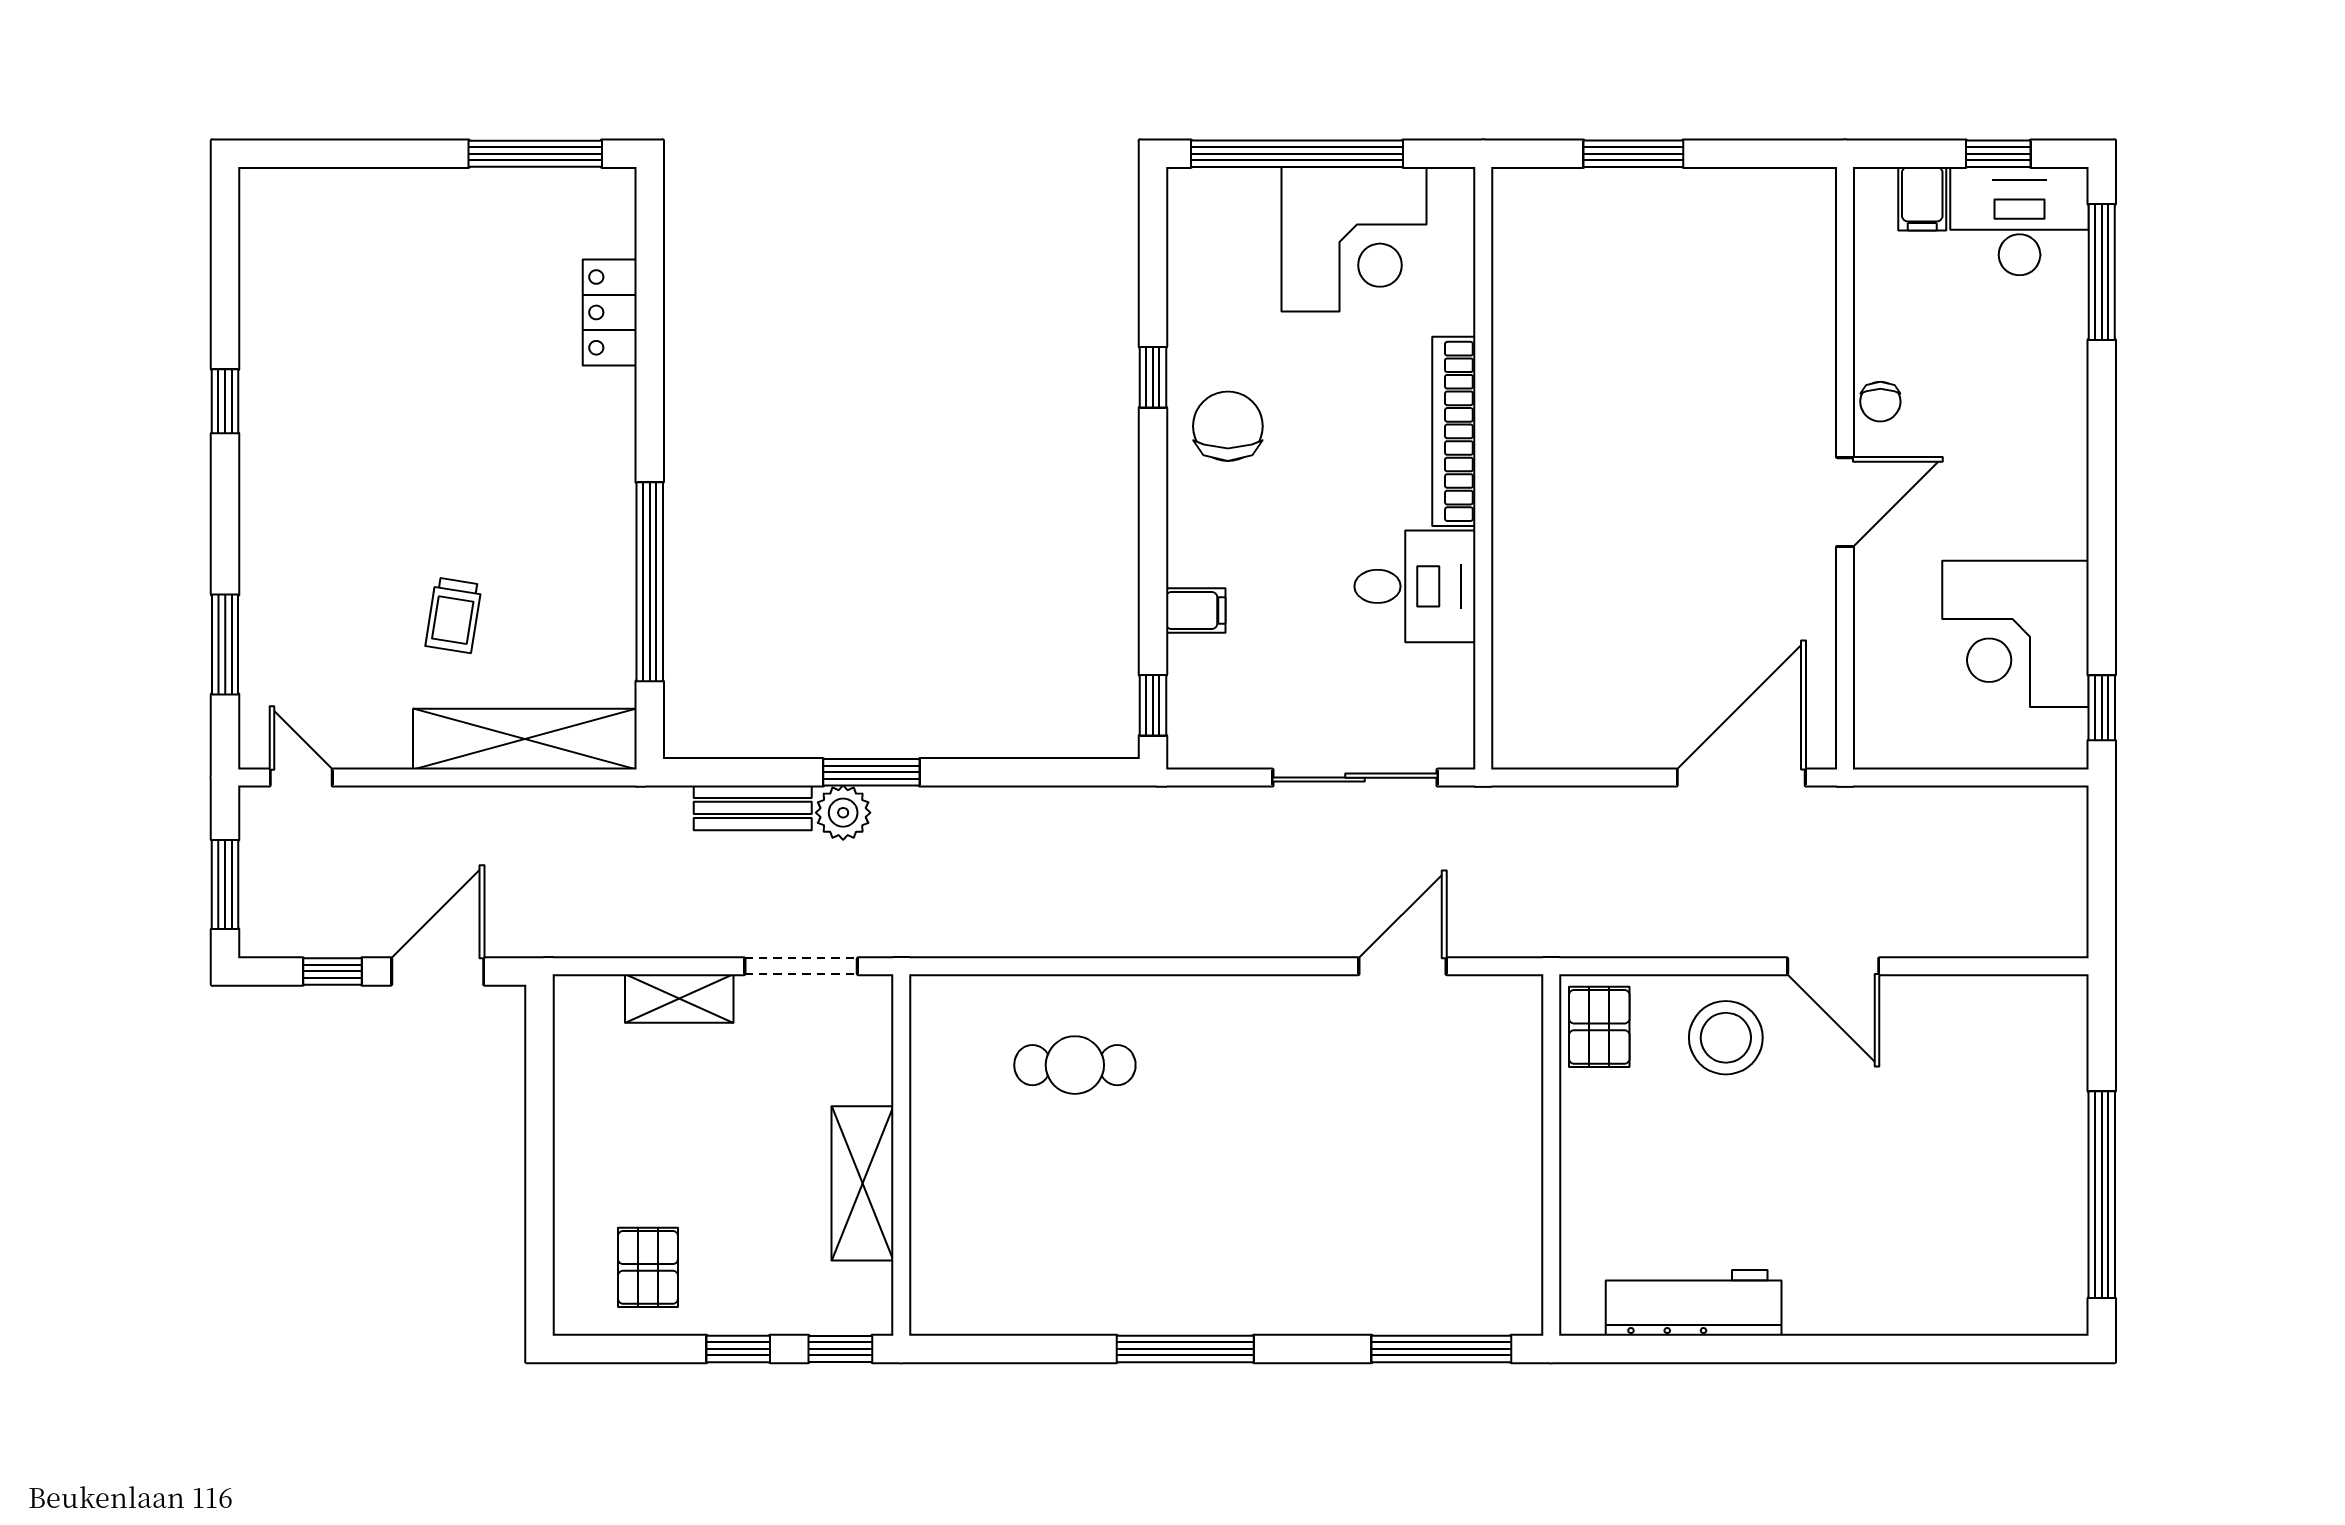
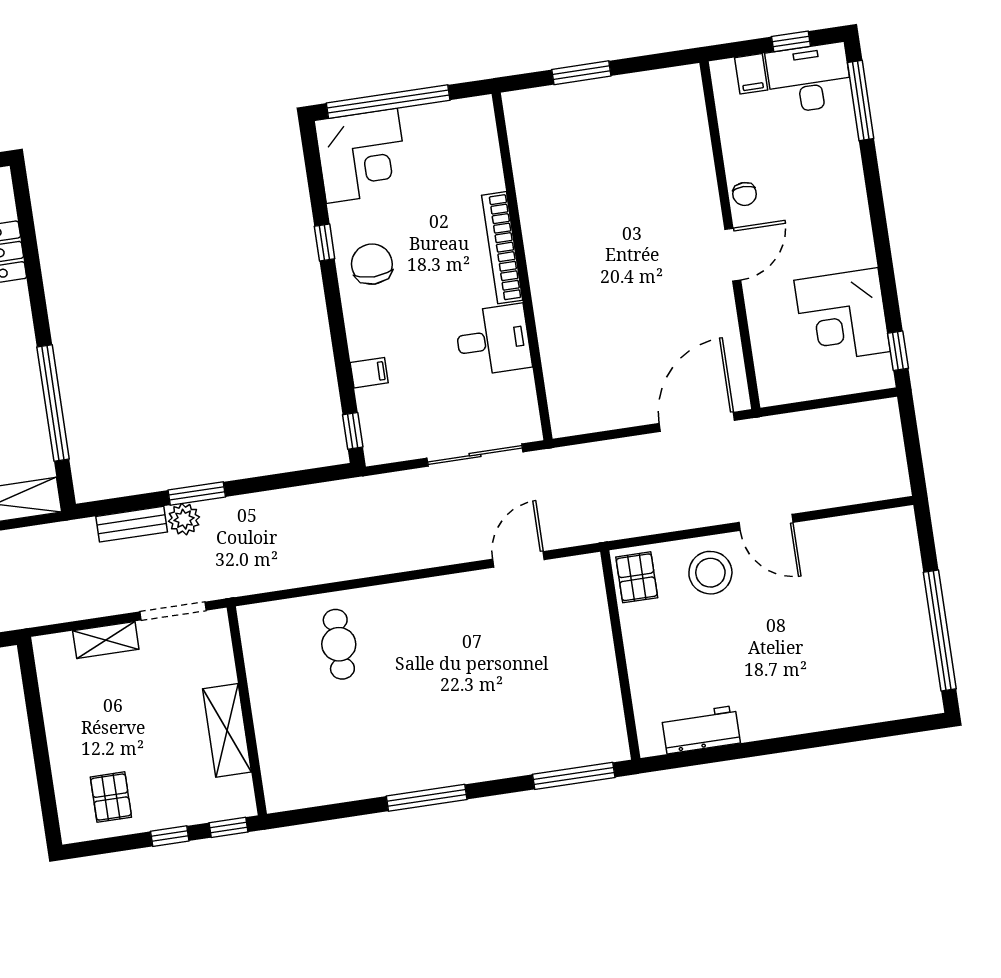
corner desk: (1354, 239) -> (362, 156), moved
cafe table: (1075, 1065) -> (339, 644), turned 90
workbench: (1694, 1303) -> (701, 730), width x0.73

